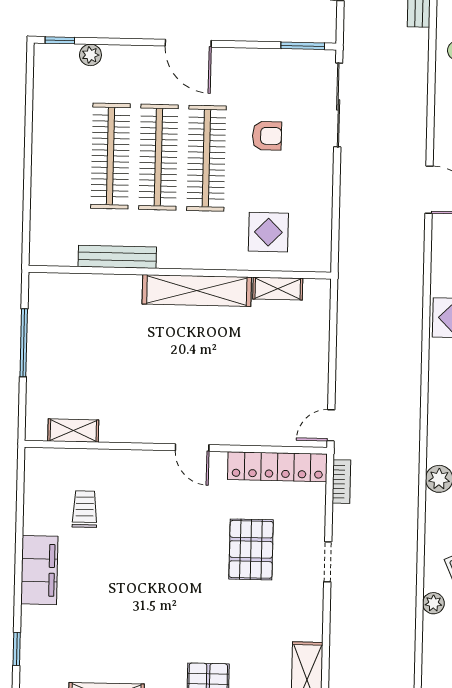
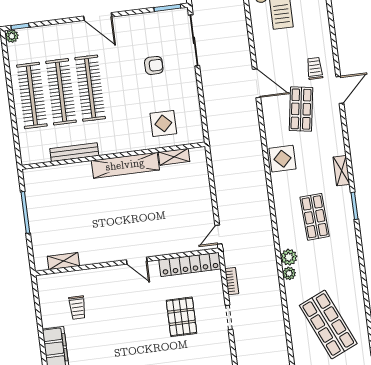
plant: (90, 55) -> (12, 36), moved
clothes rail: (206, 158) -> (32, 95), moved
bookcase: (341, 482) -> (232, 281), moved
trolley: (85, 509) -> (77, 308), turned 180
plant: (433, 603) -> (289, 273), moved

